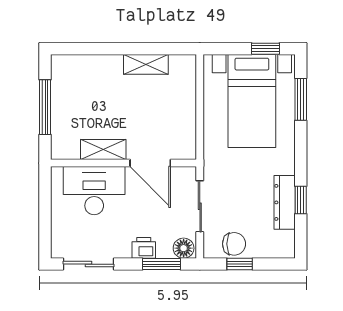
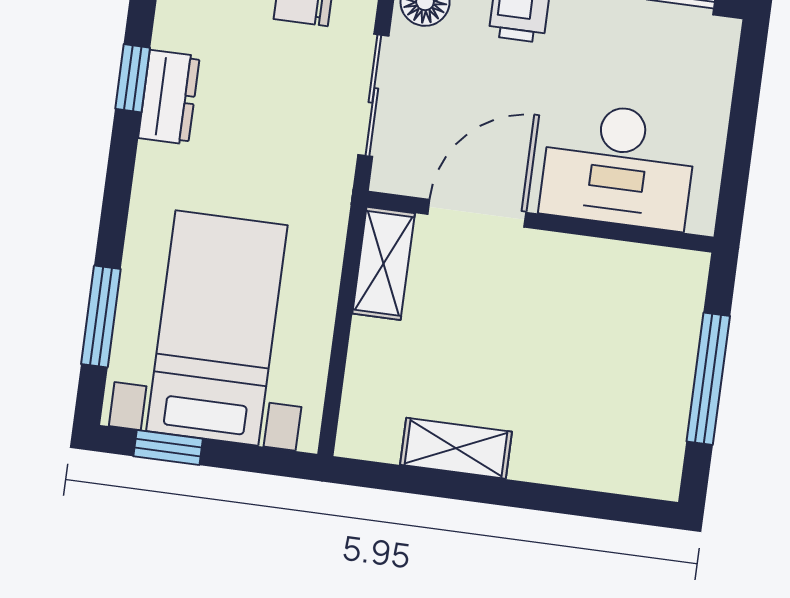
shelving: (103, 150) -> (384, 263), moved, turned 90
door: (150, 163) -> (477, 213), hinge flipped
dresser: (285, 202) -> (169, 97), width x0.70

